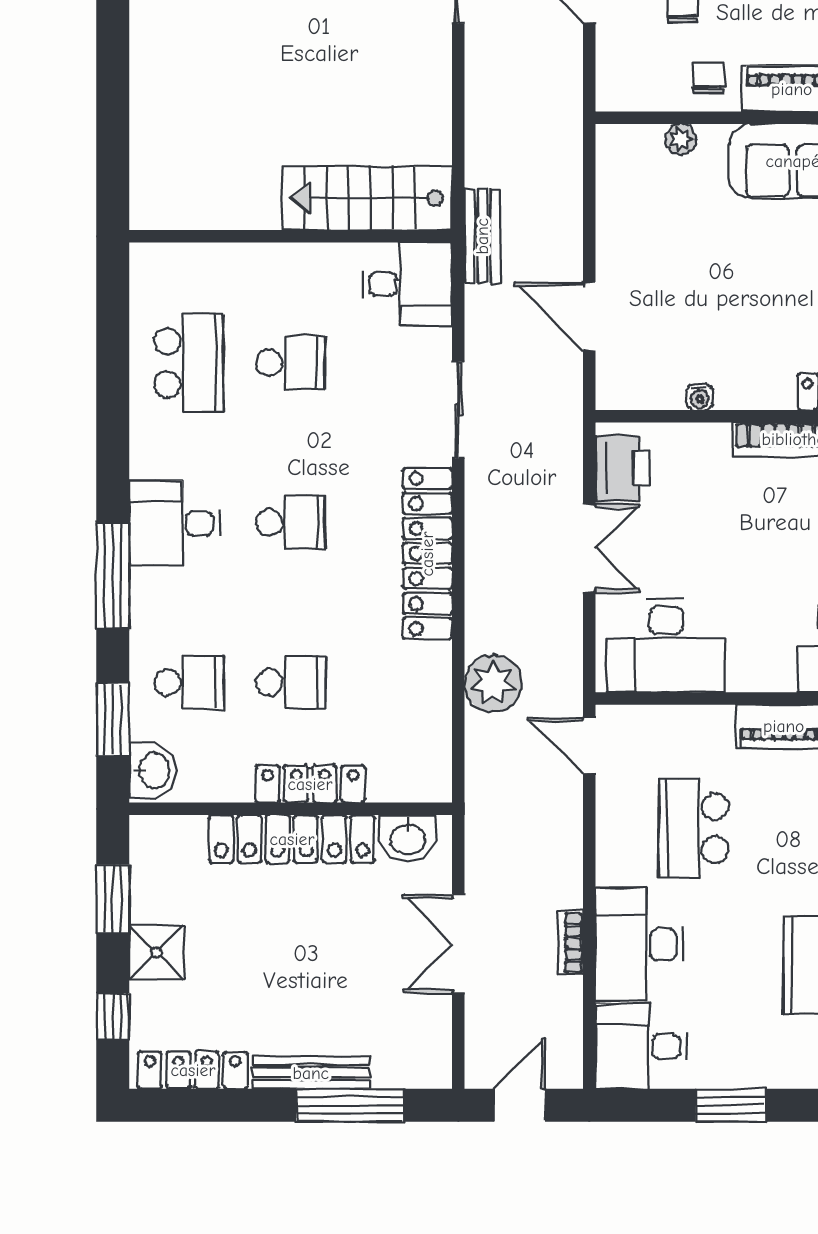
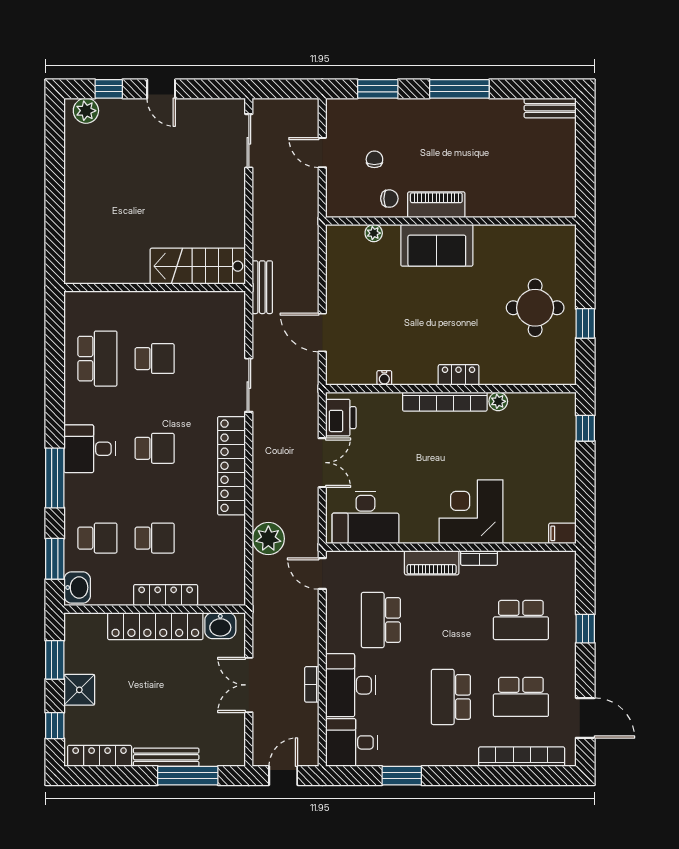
chair: (709, 78) -> (389, 199), turned 90
desk: (407, 284) -> (220, 314), removed

